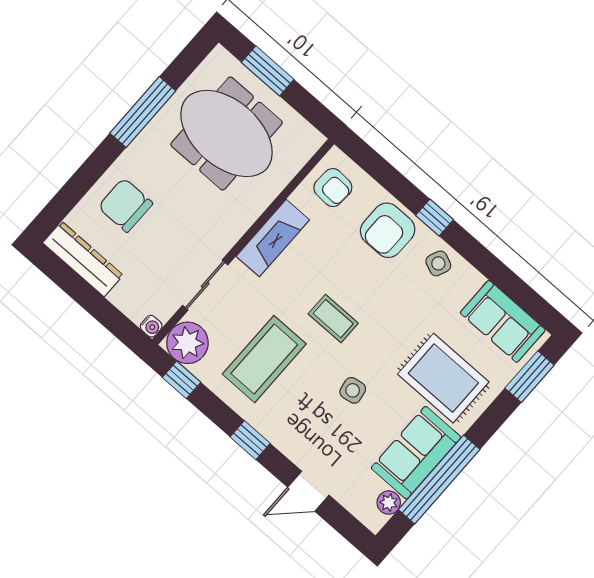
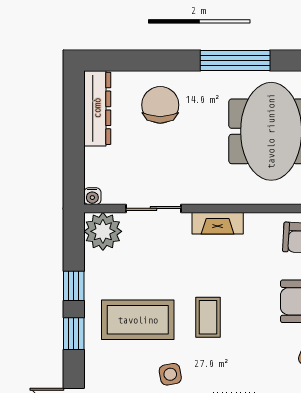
fireplace: (273, 238) -> (218, 223), width x0.73, depth x0.76
coffee table: (264, 359) -> (138, 320), moved
window: (181, 380) -> (74, 286), moved

